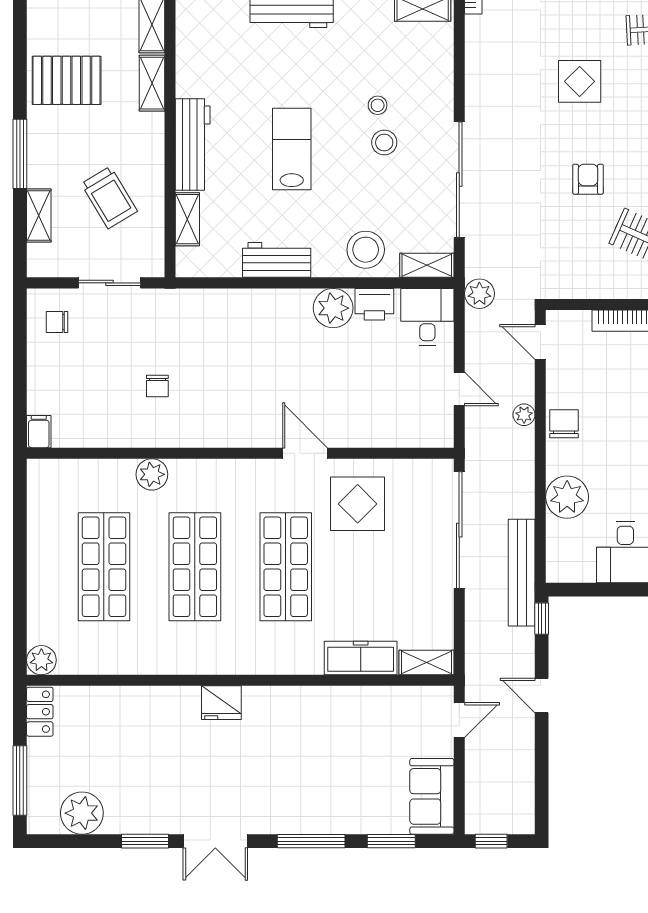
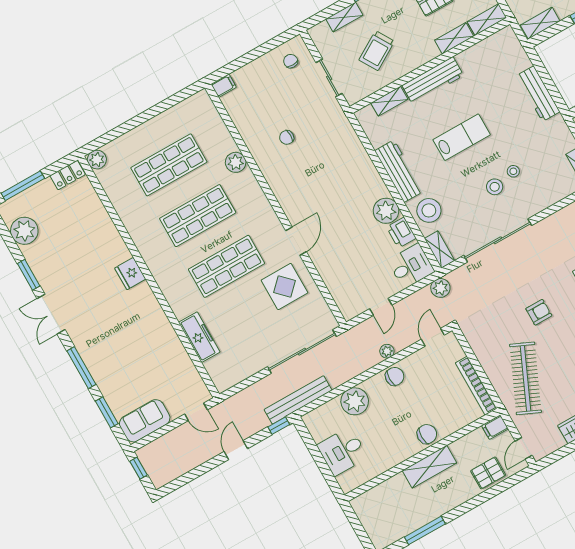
workbench: (277, 260) -> (399, 171), width x1.38
shelving: (426, 663) -> (218, 375), removed

